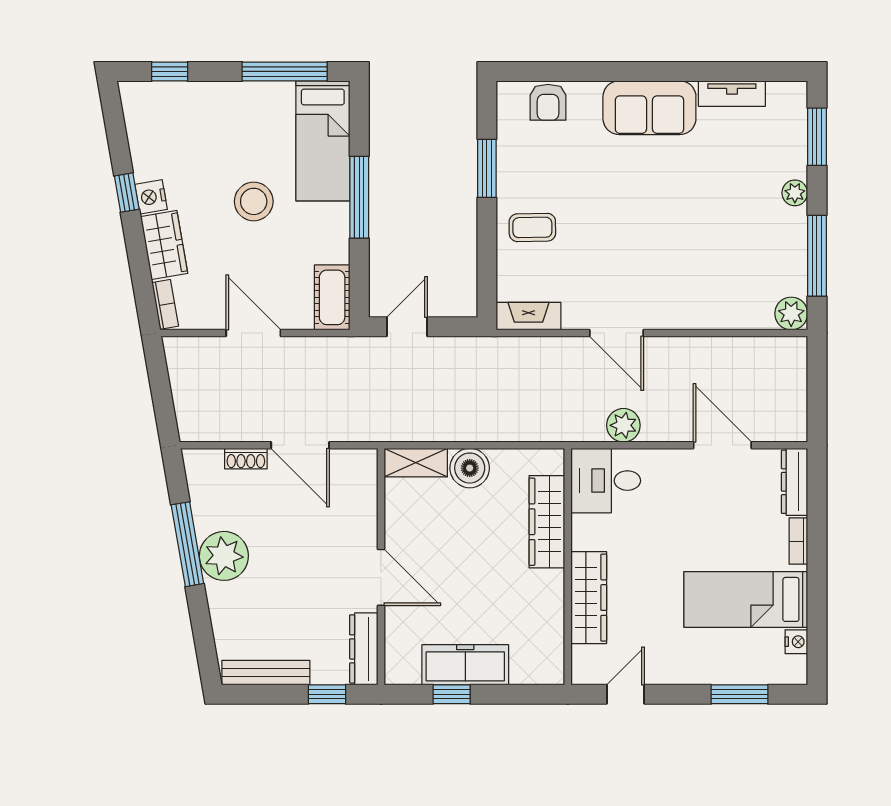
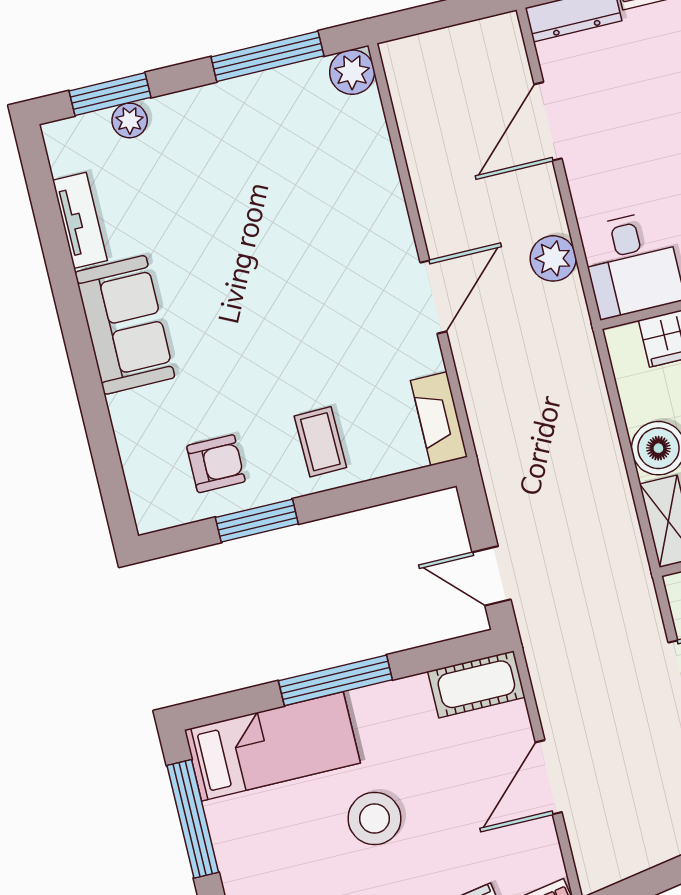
armchair: (548, 102) -> (216, 464), moved
plant: (795, 193) -> (130, 120), moved

